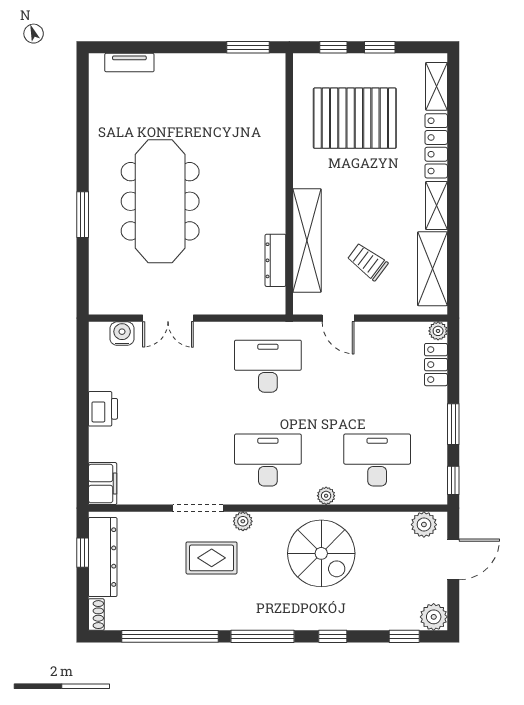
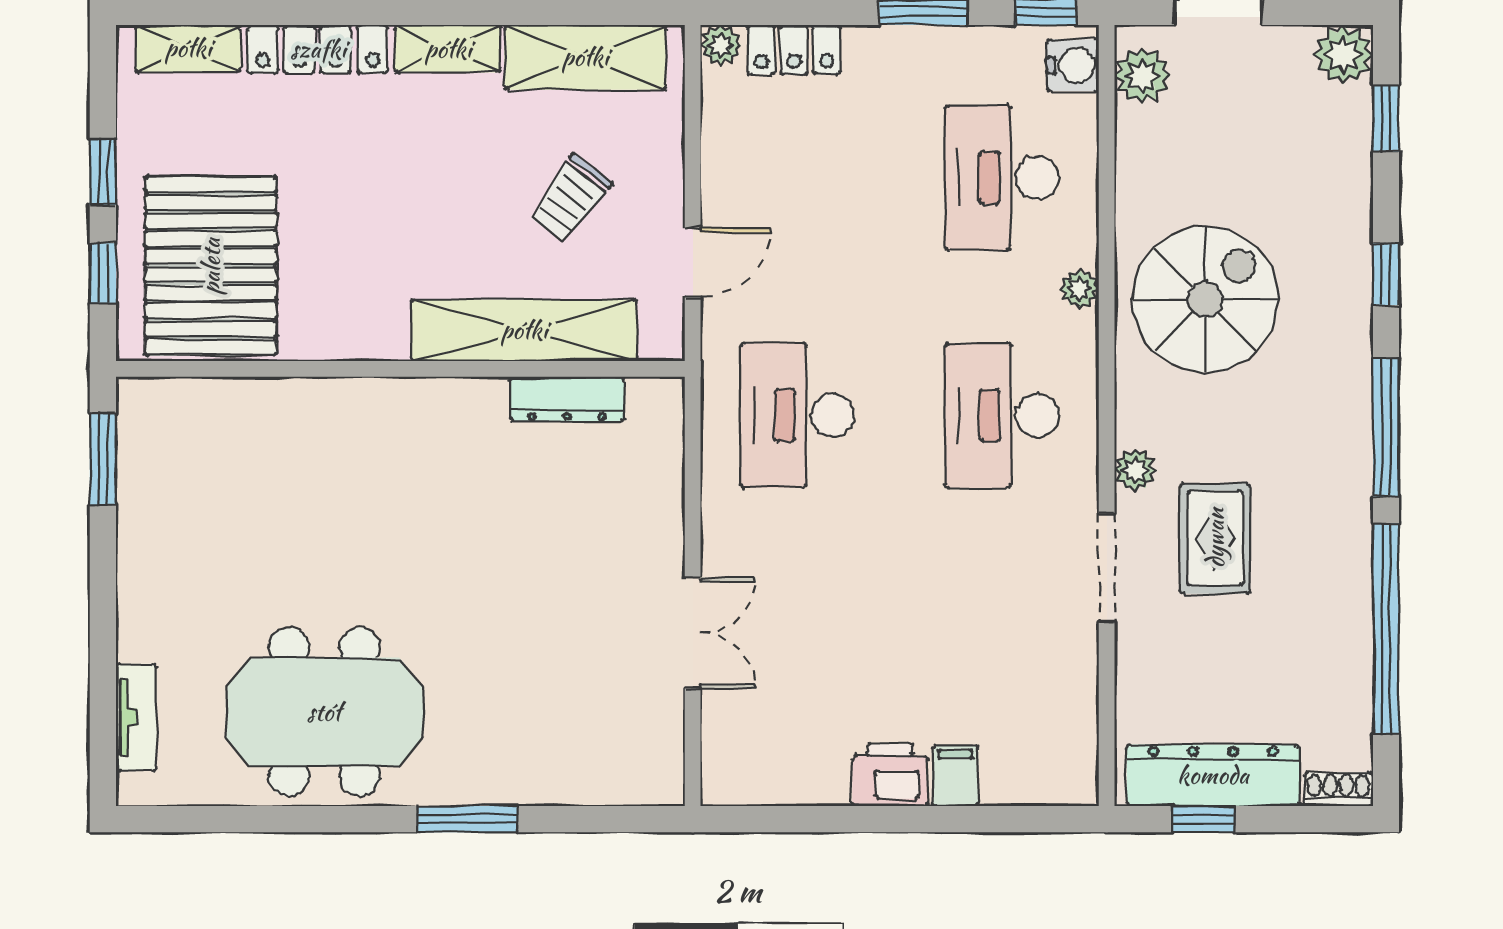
pallet: (355, 118) -> (211, 266), moved
meeting table: (160, 201) -> (324, 712), moved, width x0.73
water cooler: (122, 334) -> (1073, 65), moved, turned 180
filing cabinet: (103, 484) -> (955, 776), moved, width x0.50

